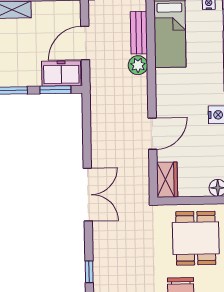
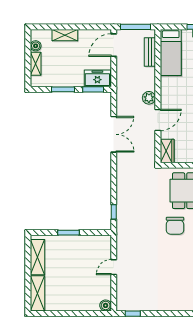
door: (85, 43) -> (114, 45), moved
plant: (138, 65) -> (149, 98), moved
double door: (88, 195) -> (114, 134), moved

